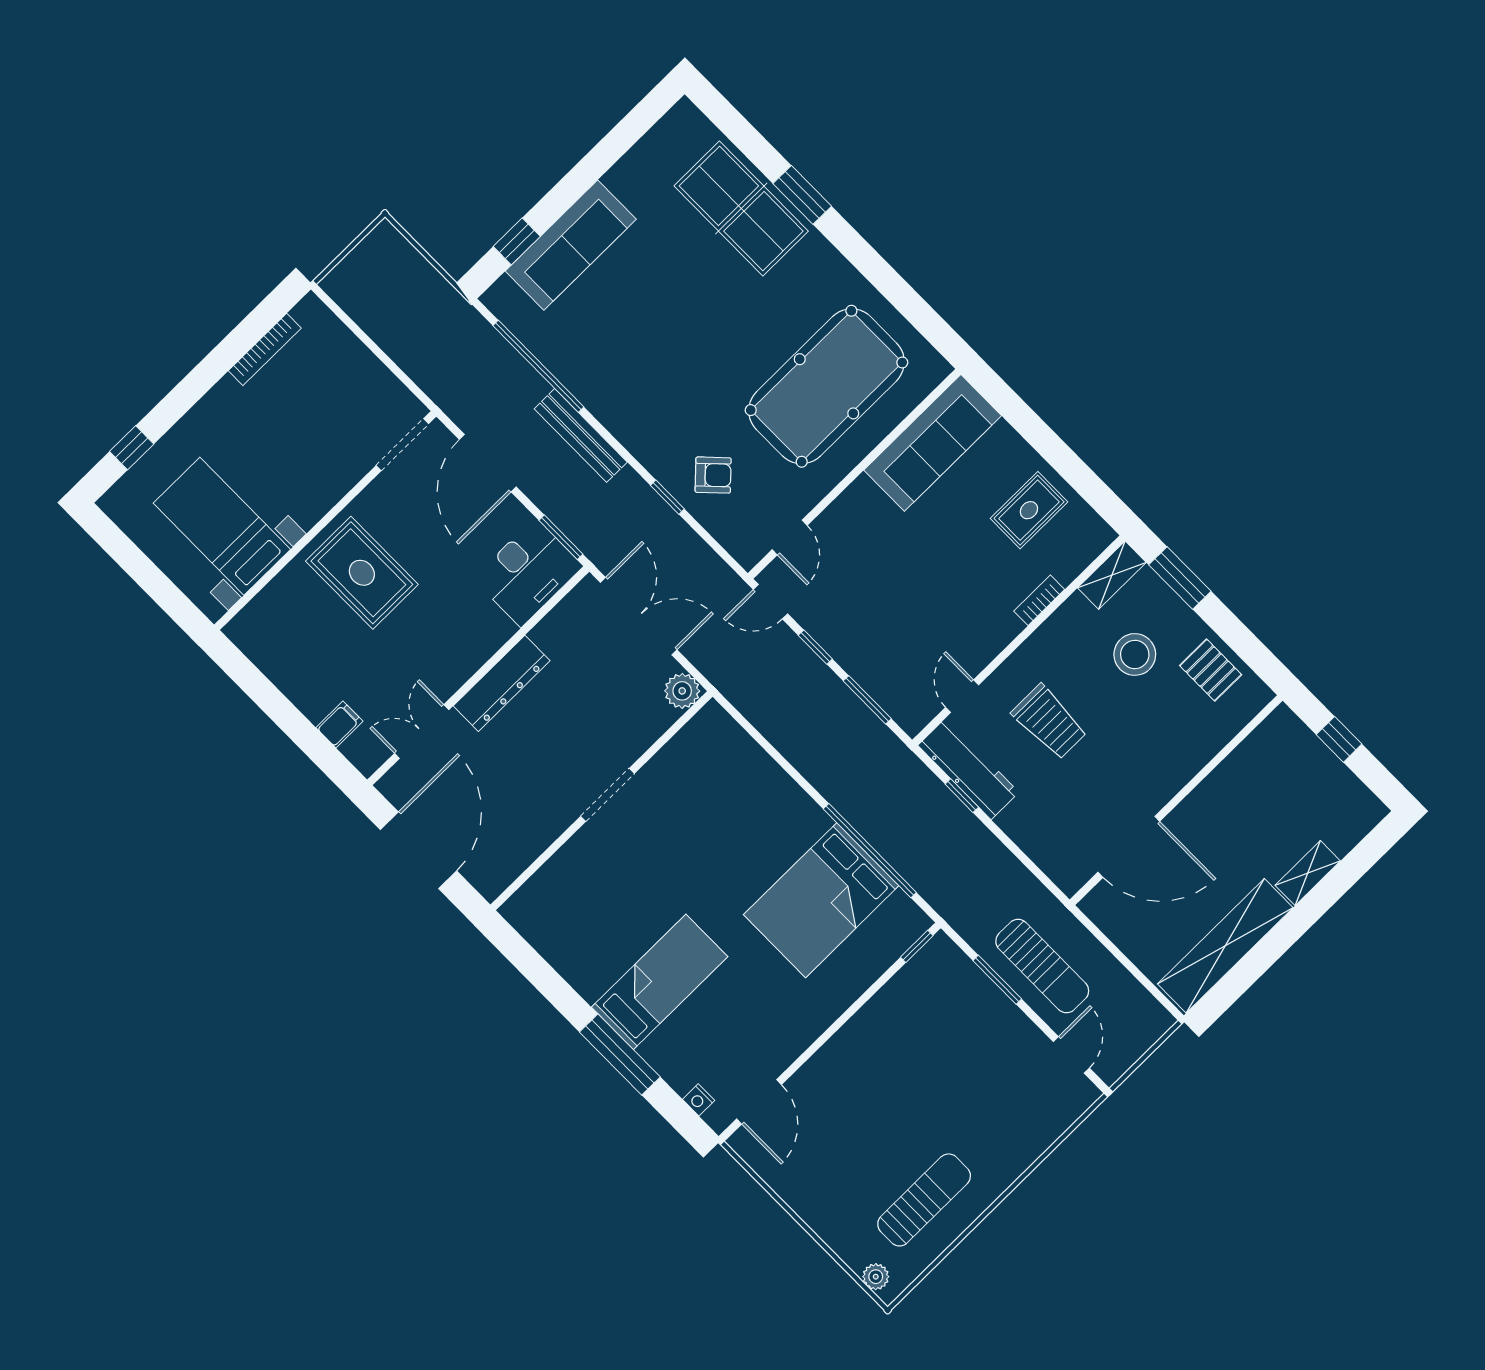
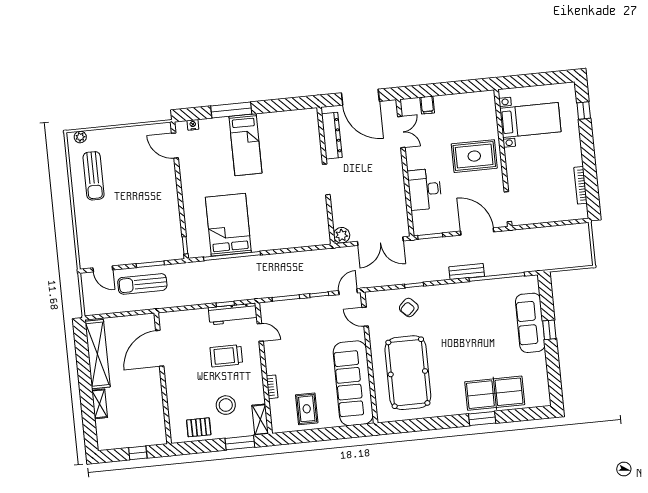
window: (517, 241) -> (549, 330), moved
bench: (581, 435) -> (467, 272), width x0.73
sofa: (933, 443) -> (353, 383), width x1.36, depth x1.27
desk: (528, 572) -> (425, 189), moved
dresser: (502, 683) -> (332, 136), moved, turned 180

